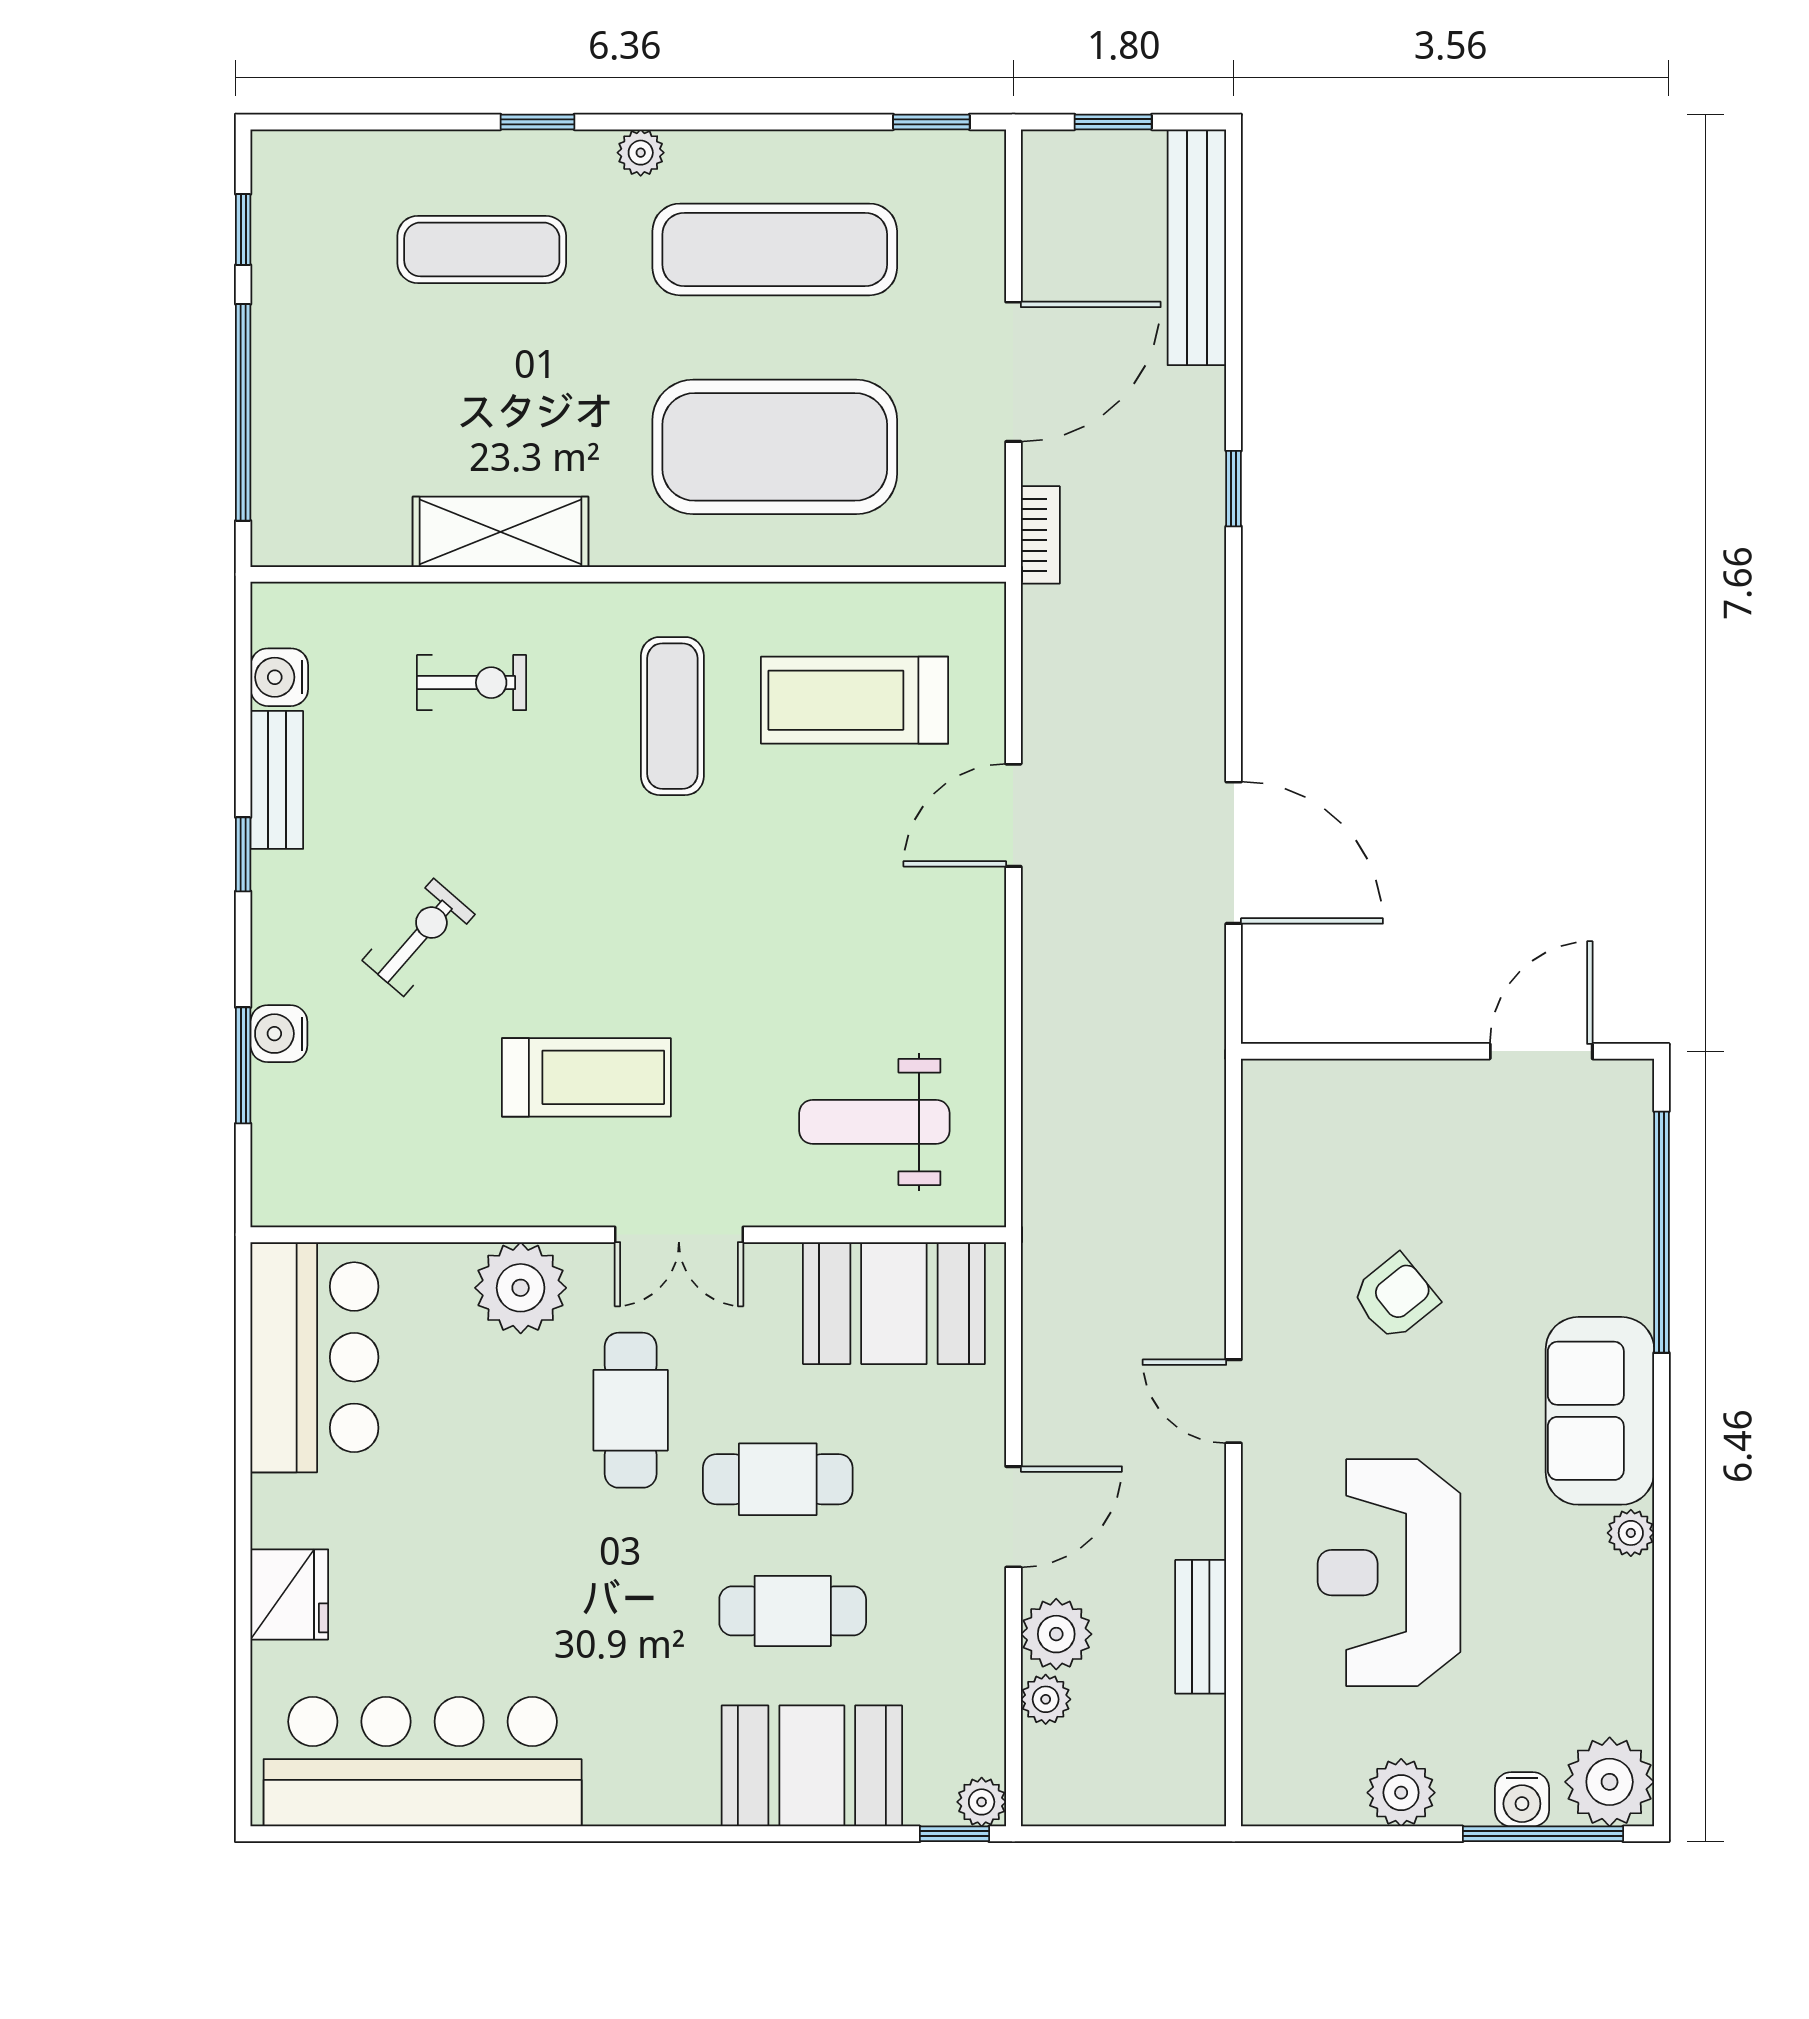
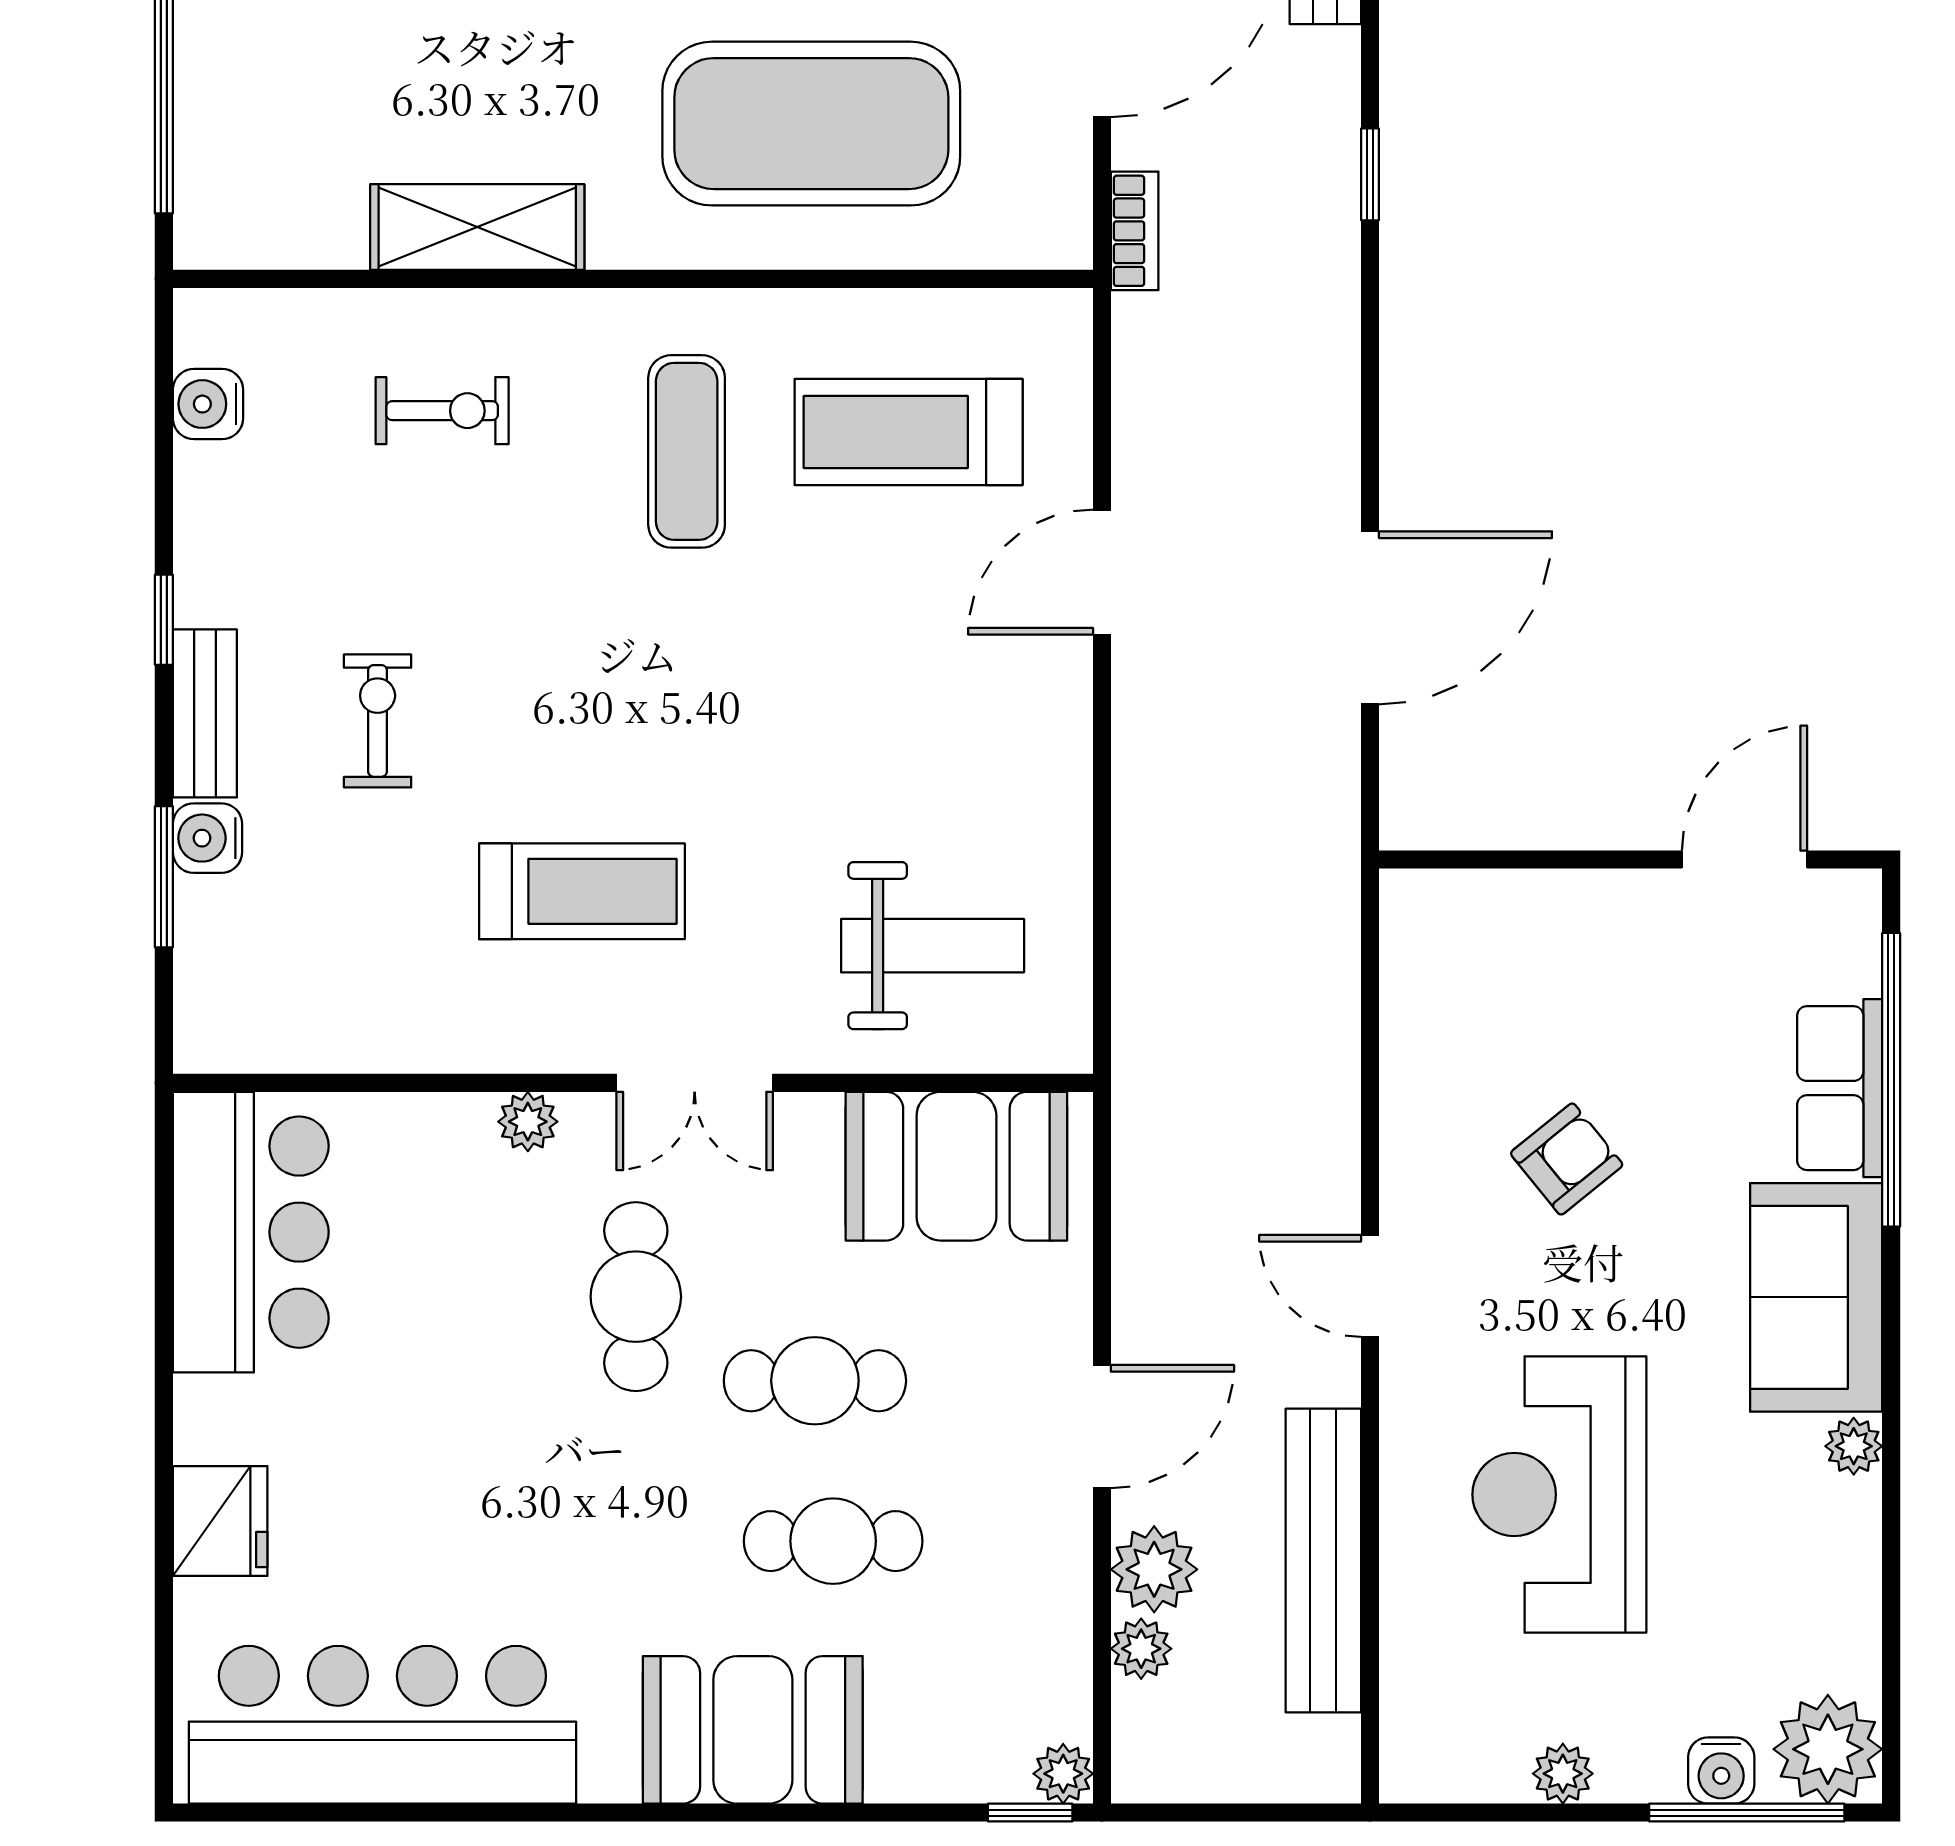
bench: (277, 780) -> (205, 713), moved
door: (1234, 853) -> (1370, 618), hinge flipped
exercise bike: (419, 937) -> (378, 721), turned -41
weight bench: (874, 1122) -> (933, 946), turned 180
row of seats: (1619, 1239) -> (1840, 1088), added
plant: (521, 1288) -> (528, 1122), width x0.53, depth x0.53
bench: (1201, 1627) -> (1323, 1561), width x1.86, depth x1.21
booth: (812, 1766) -> (753, 1730), moved
plant: (1401, 1793) -> (1563, 1774), width x0.73, depth x0.73

